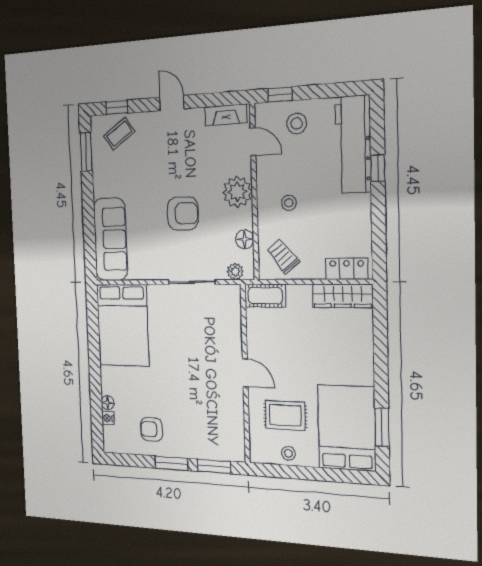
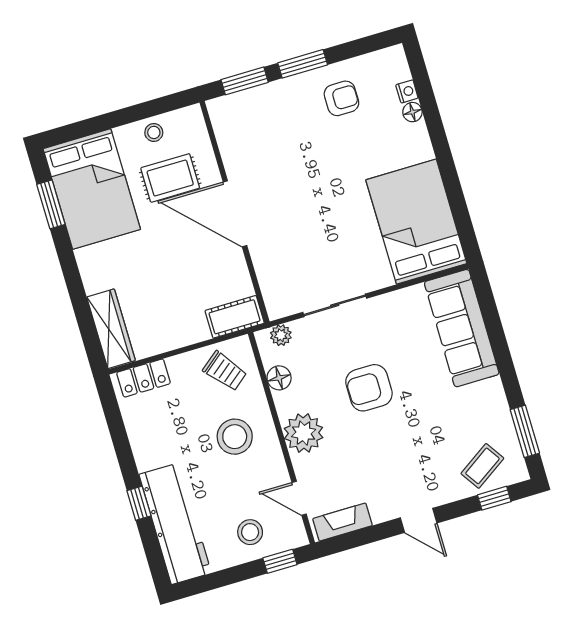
stool: (289, 203) -> (235, 437), width x1.89, depth x1.89
wardrobe: (343, 296) -> (111, 329), moved, turned 90
door: (245, 373) -> (235, 214), width x1.88

